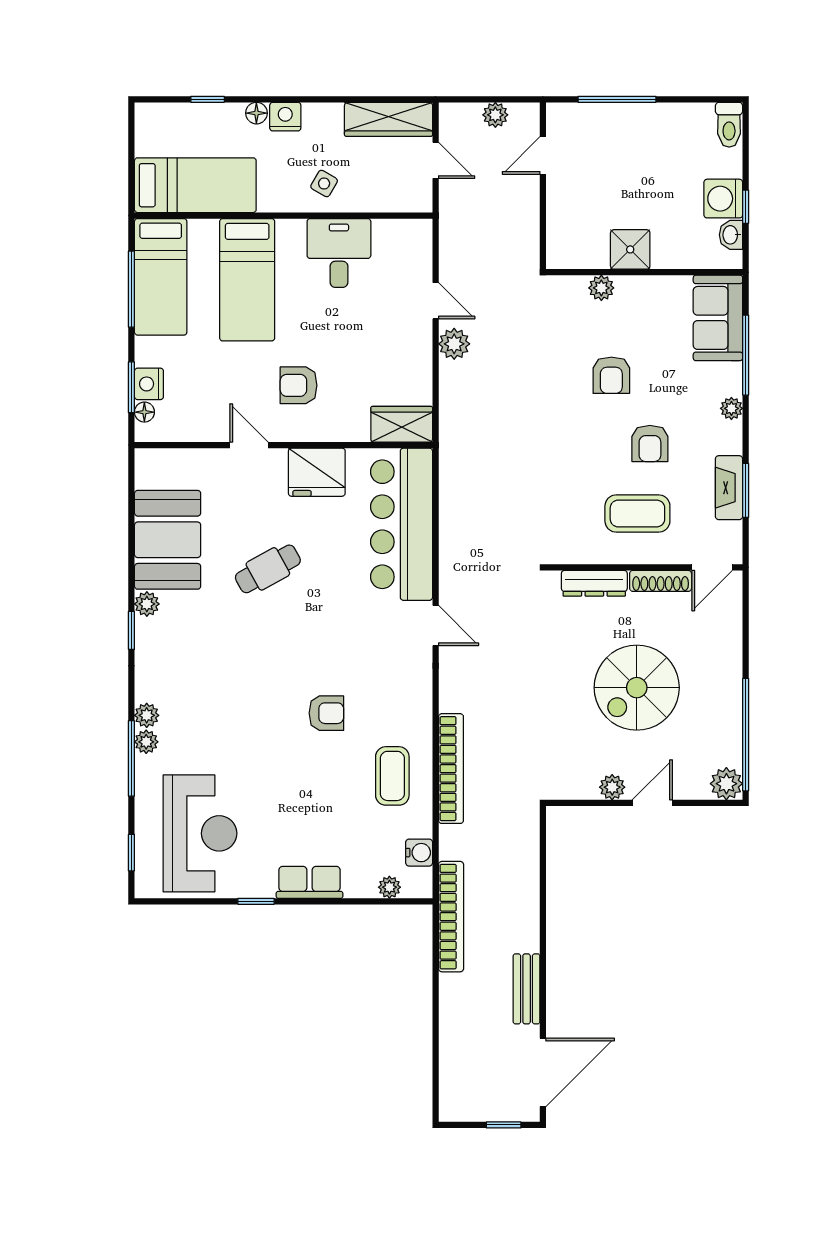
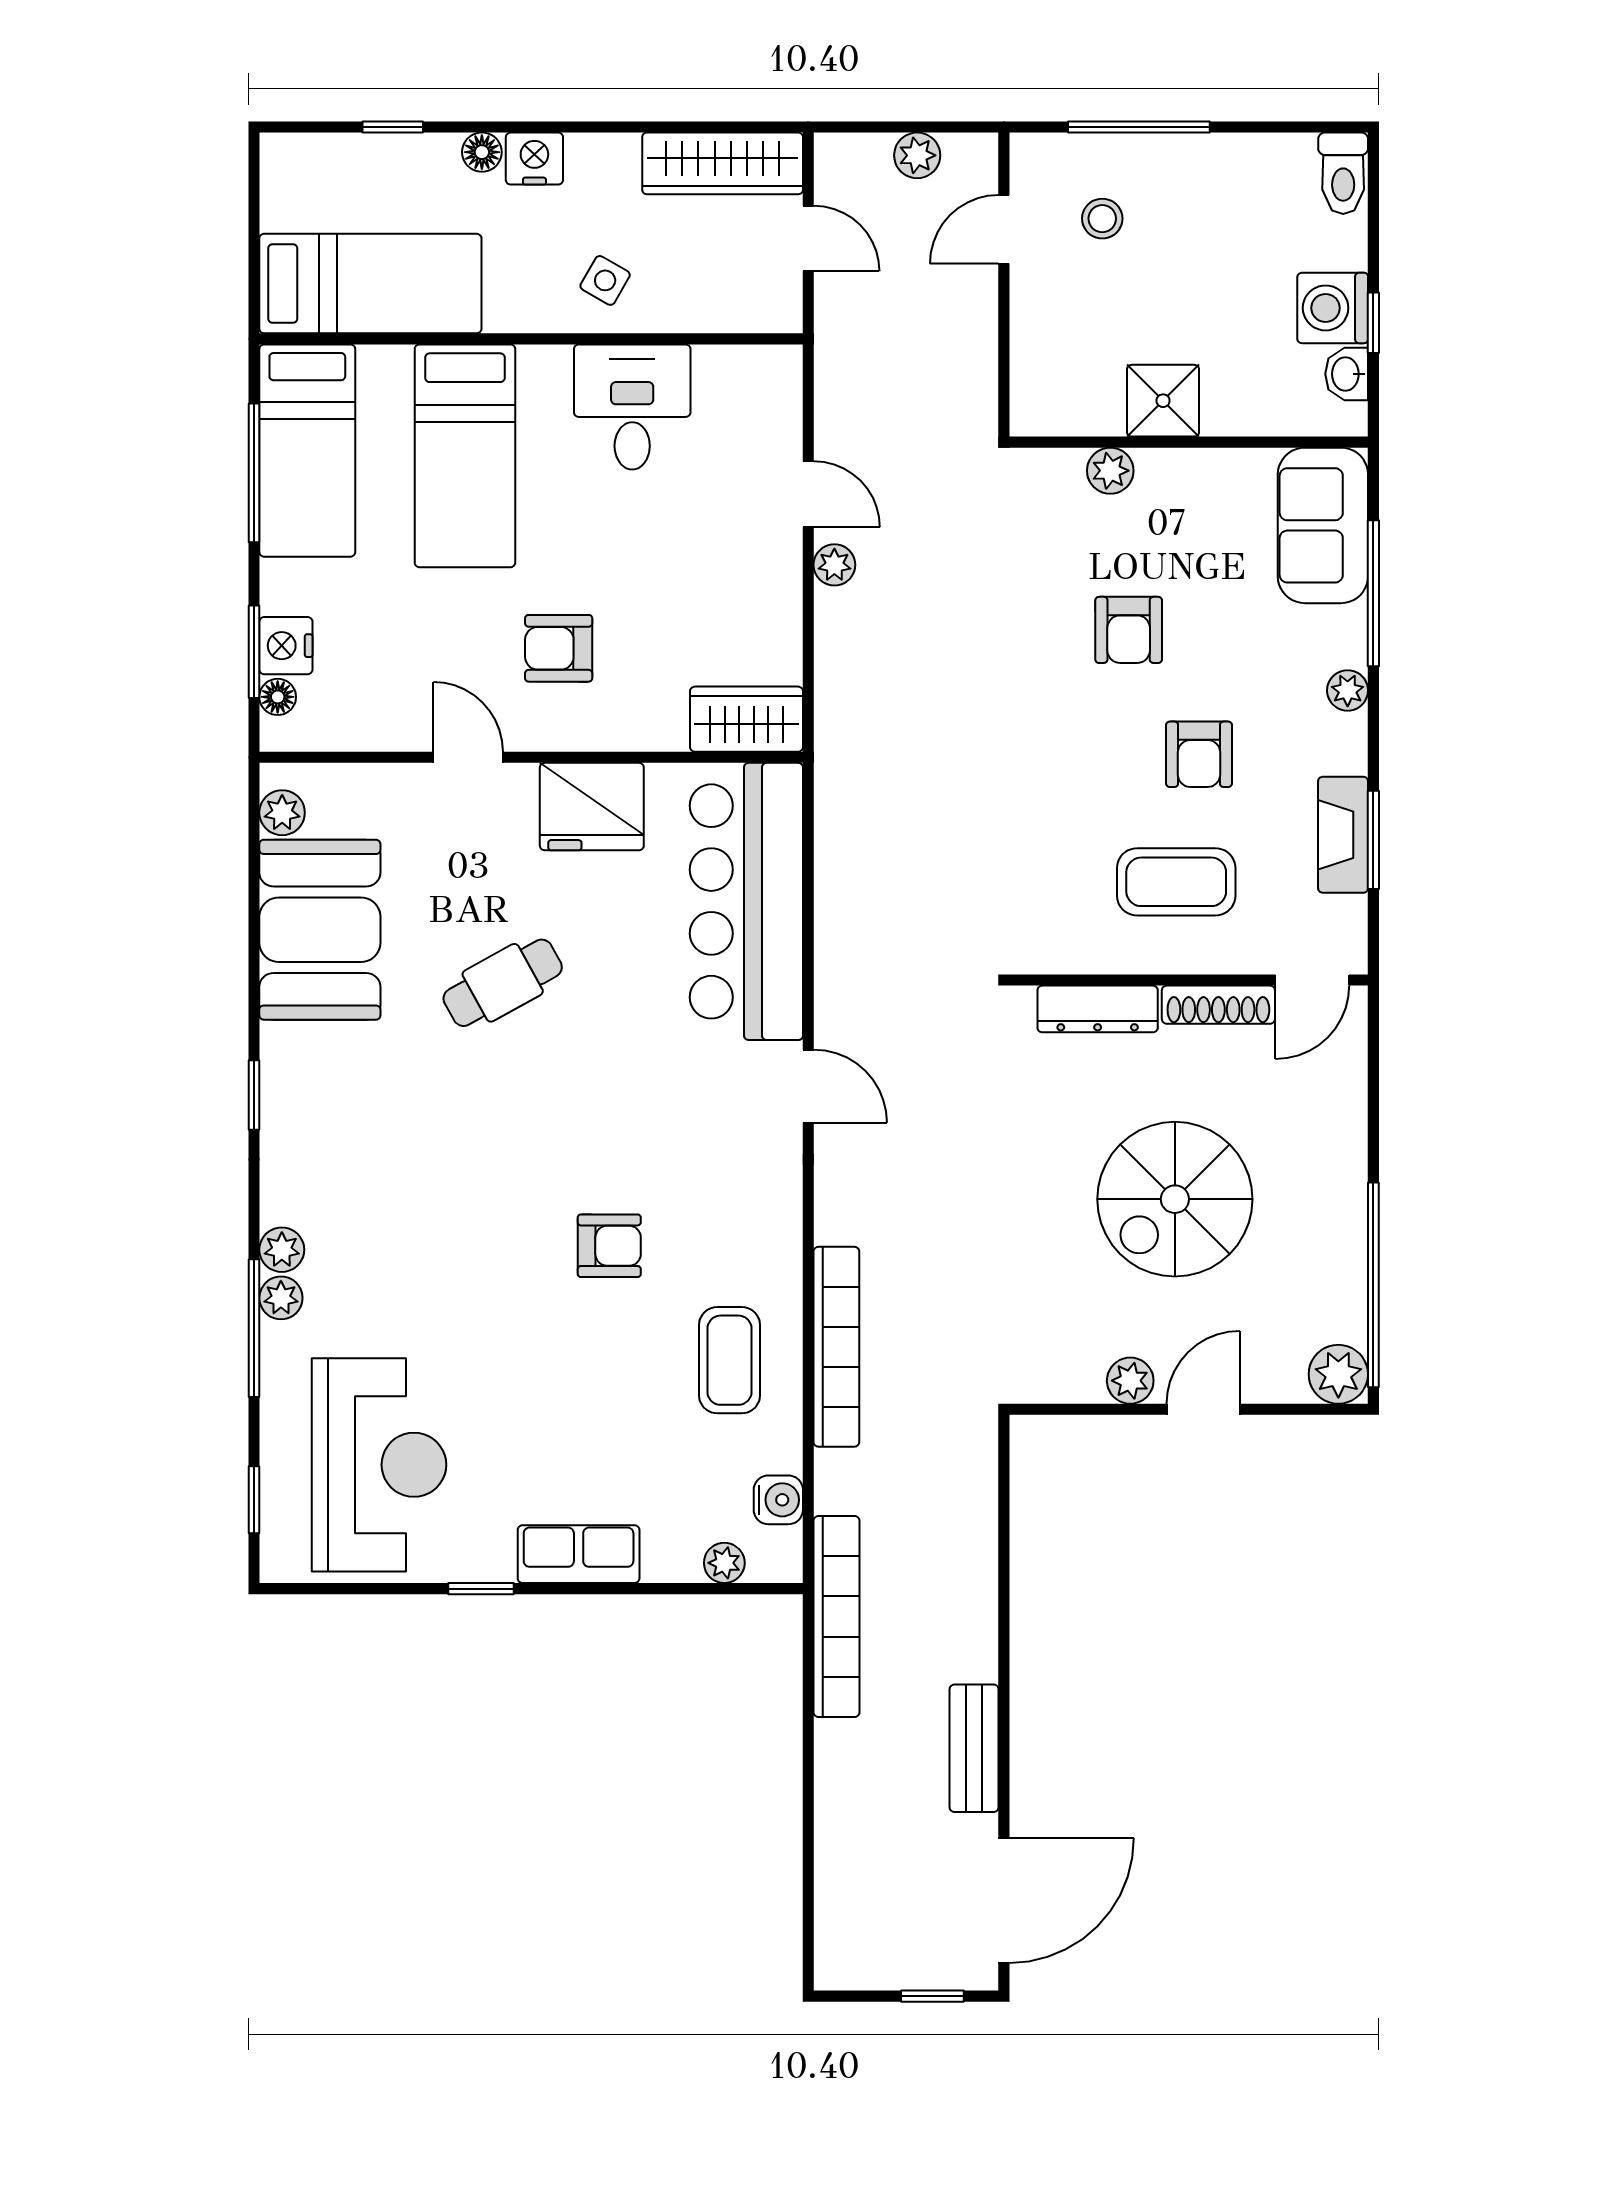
stool: (597, 150) -> (1102, 219), added
plant: (454, 344) -> (834, 565), width x0.73, depth x0.73
plant: (147, 604) -> (282, 813), moved

